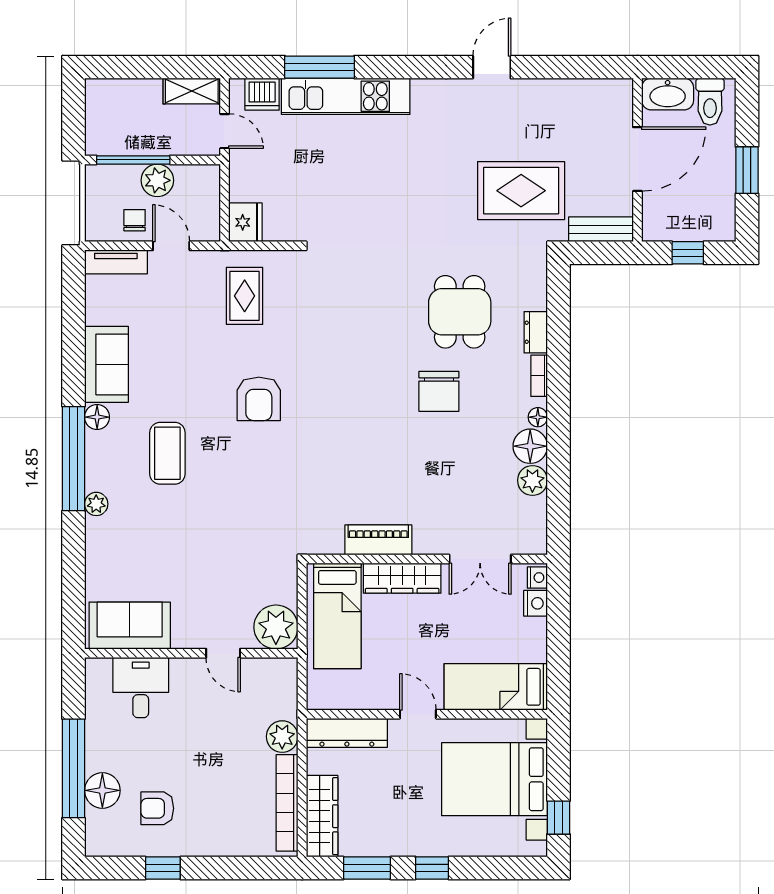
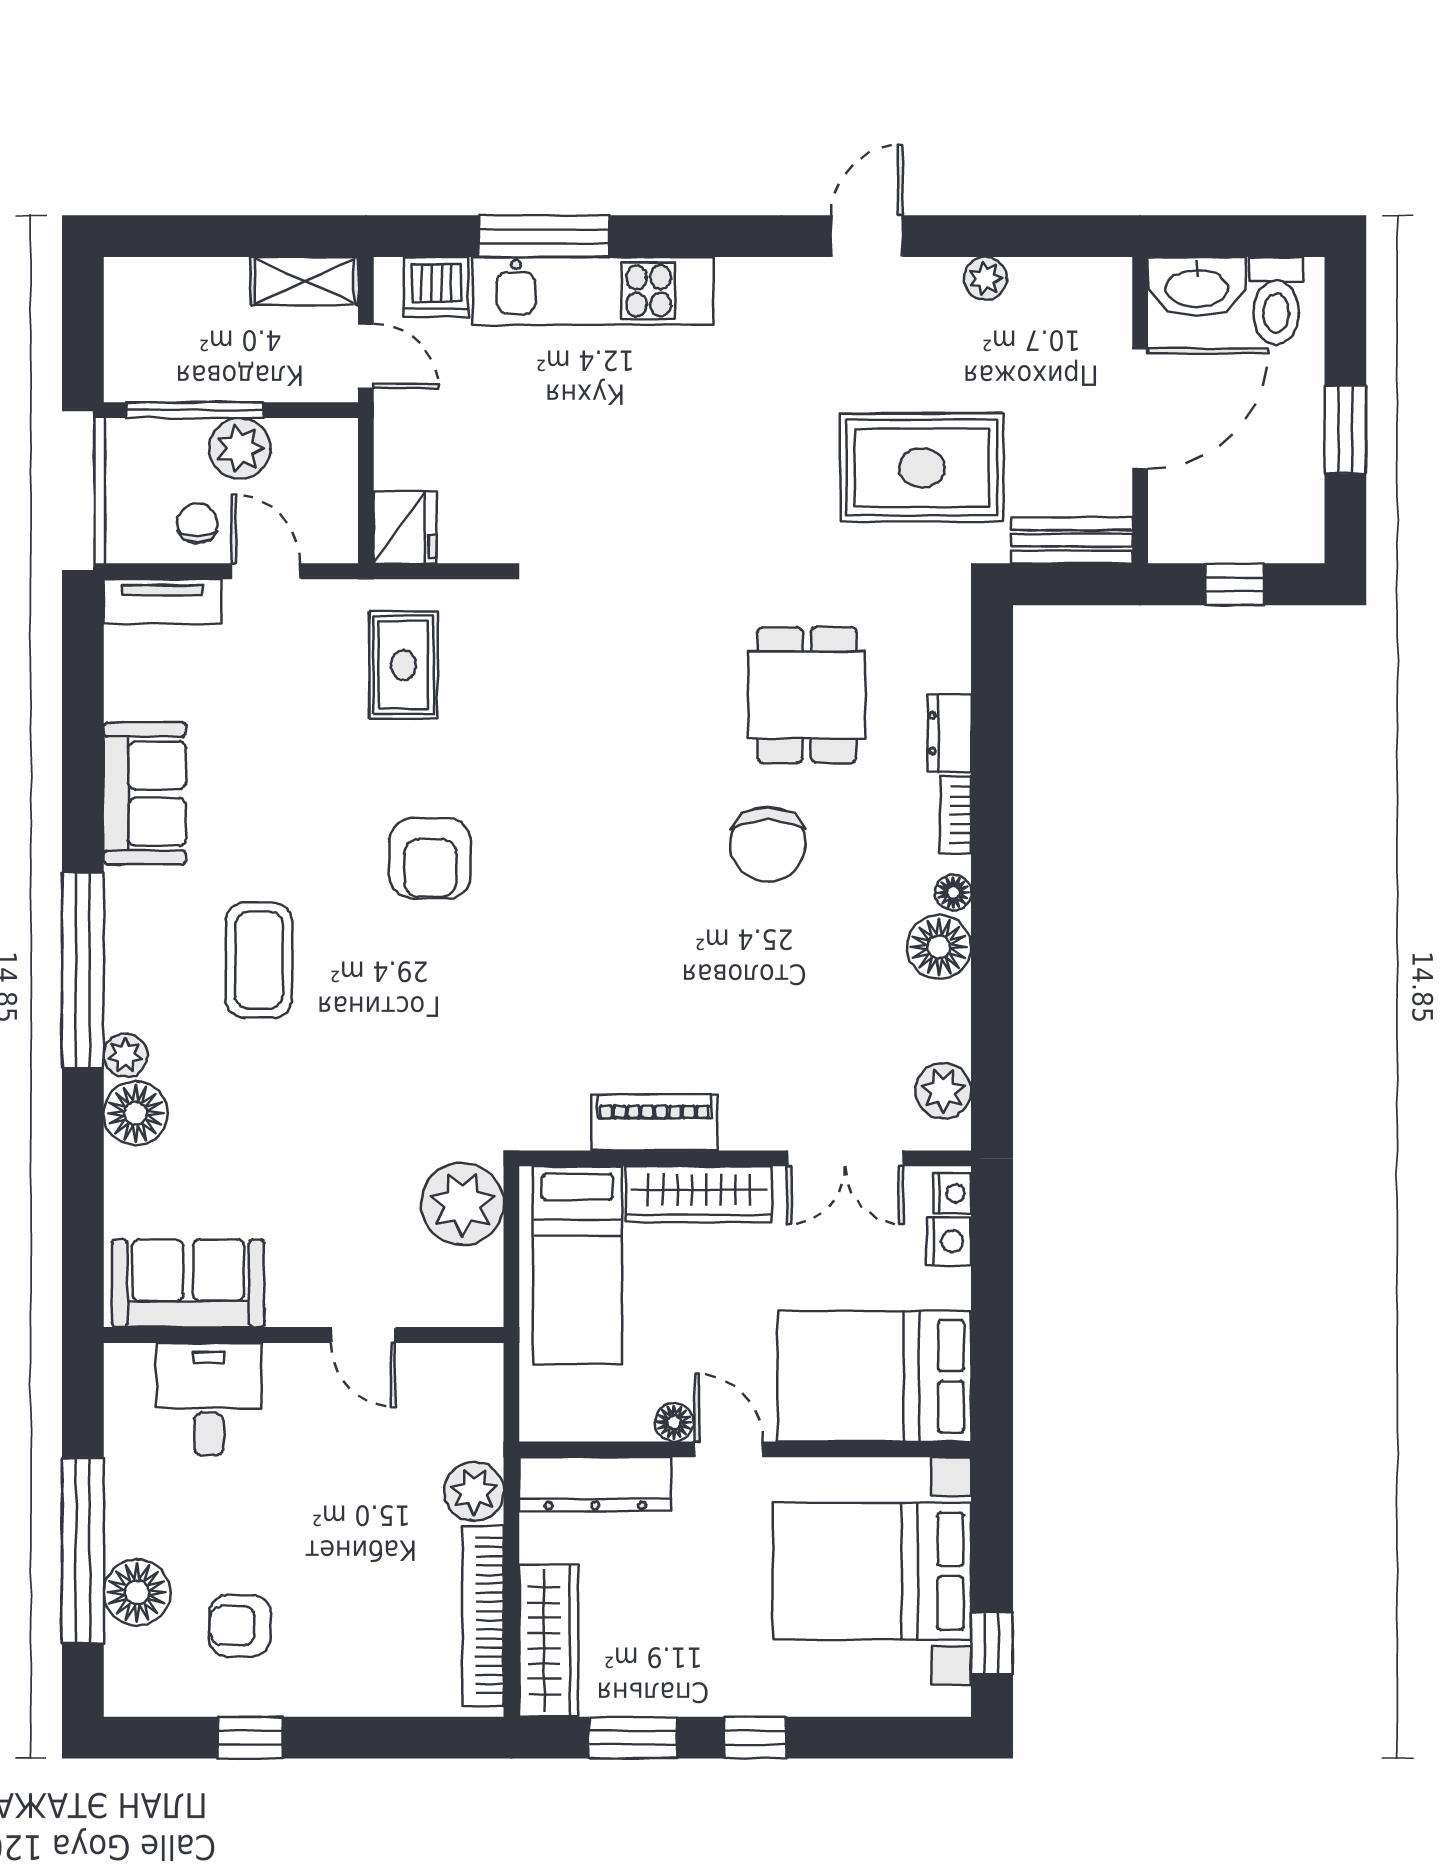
plant: (555, 90) -> (985, 278), added
floor lamp: (97, 417) -> (136, 1113), moved, width x1.38, depth x1.38
plant: (532, 480) -> (943, 1091), moved
plant: (276, 627) -> (462, 1204), moved
bed: (496, 687) -> (875, 1376), width x1.50
floor lamp: (389, 700) -> (674, 1422), added

